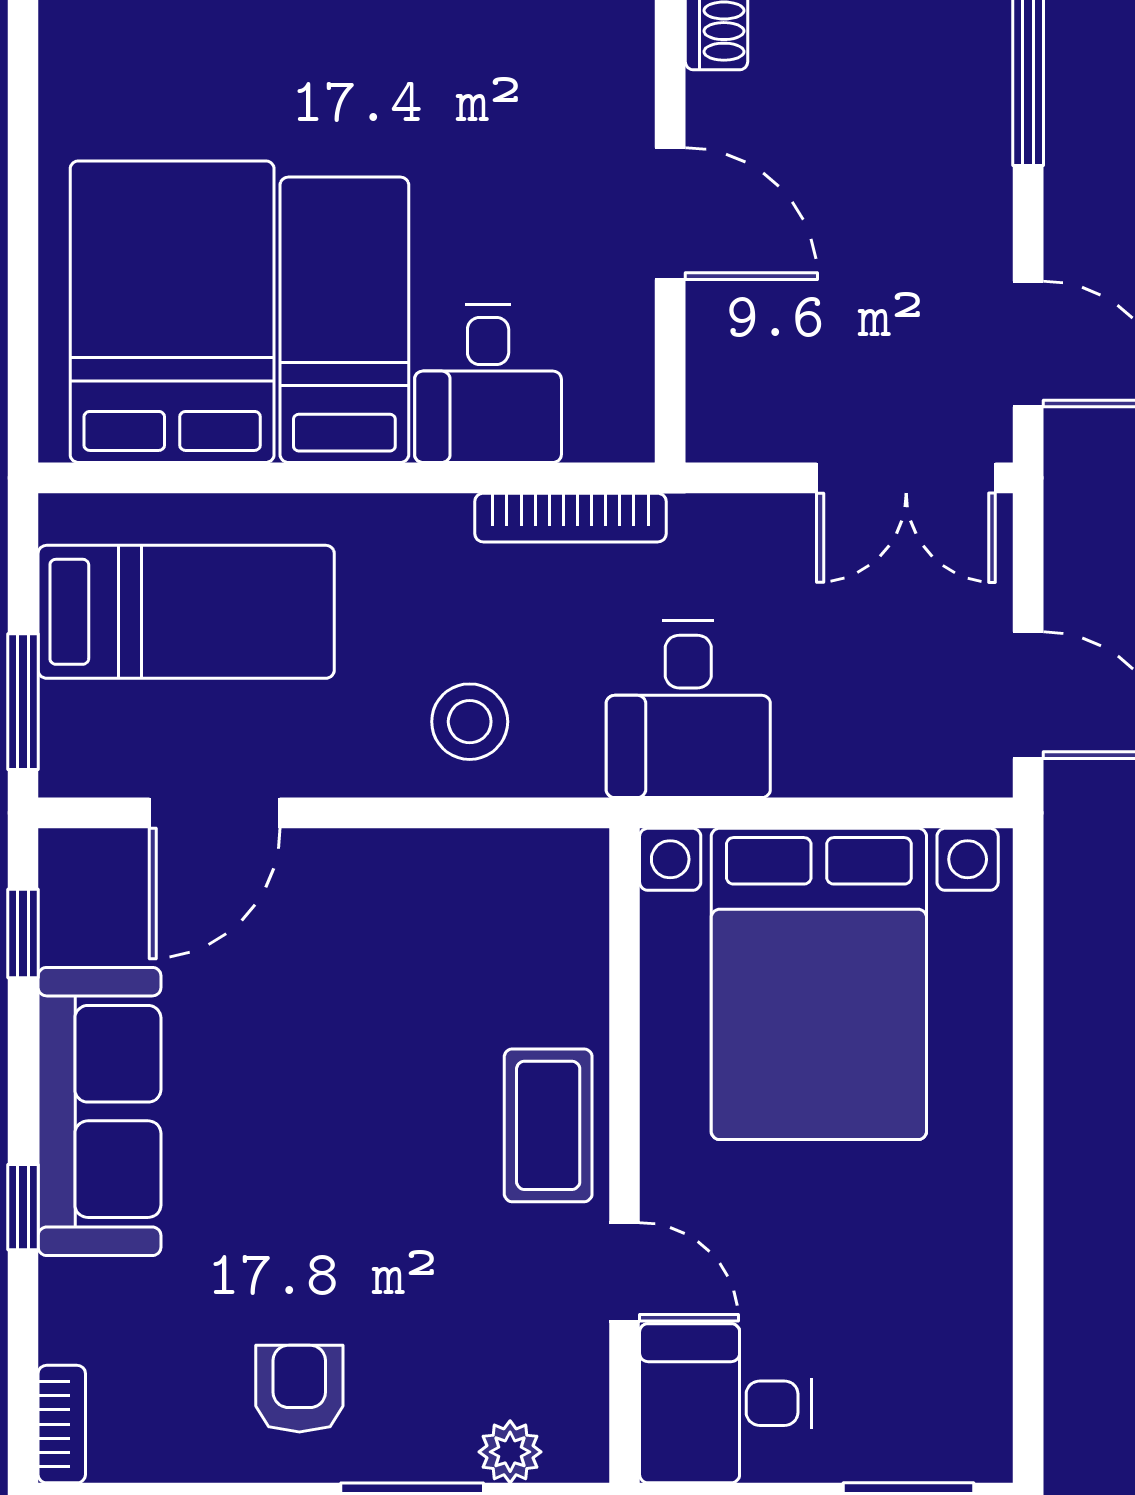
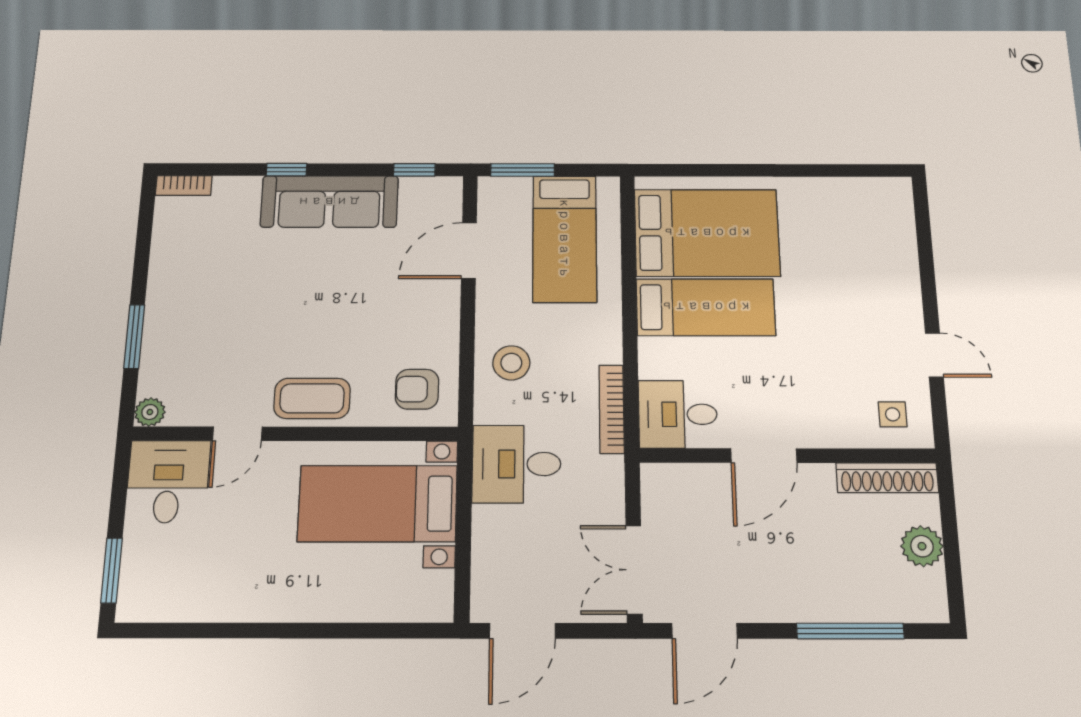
desk: (488, 384) -> (678, 414), moved
door: (215, 813) -> (469, 251), hinge flipped
bed with nightstands: (819, 984) -> (378, 503), width x0.73
armchair: (299, 1389) -> (417, 389), moved, turned 180
plant: (510, 1452) -> (150, 412), moved

